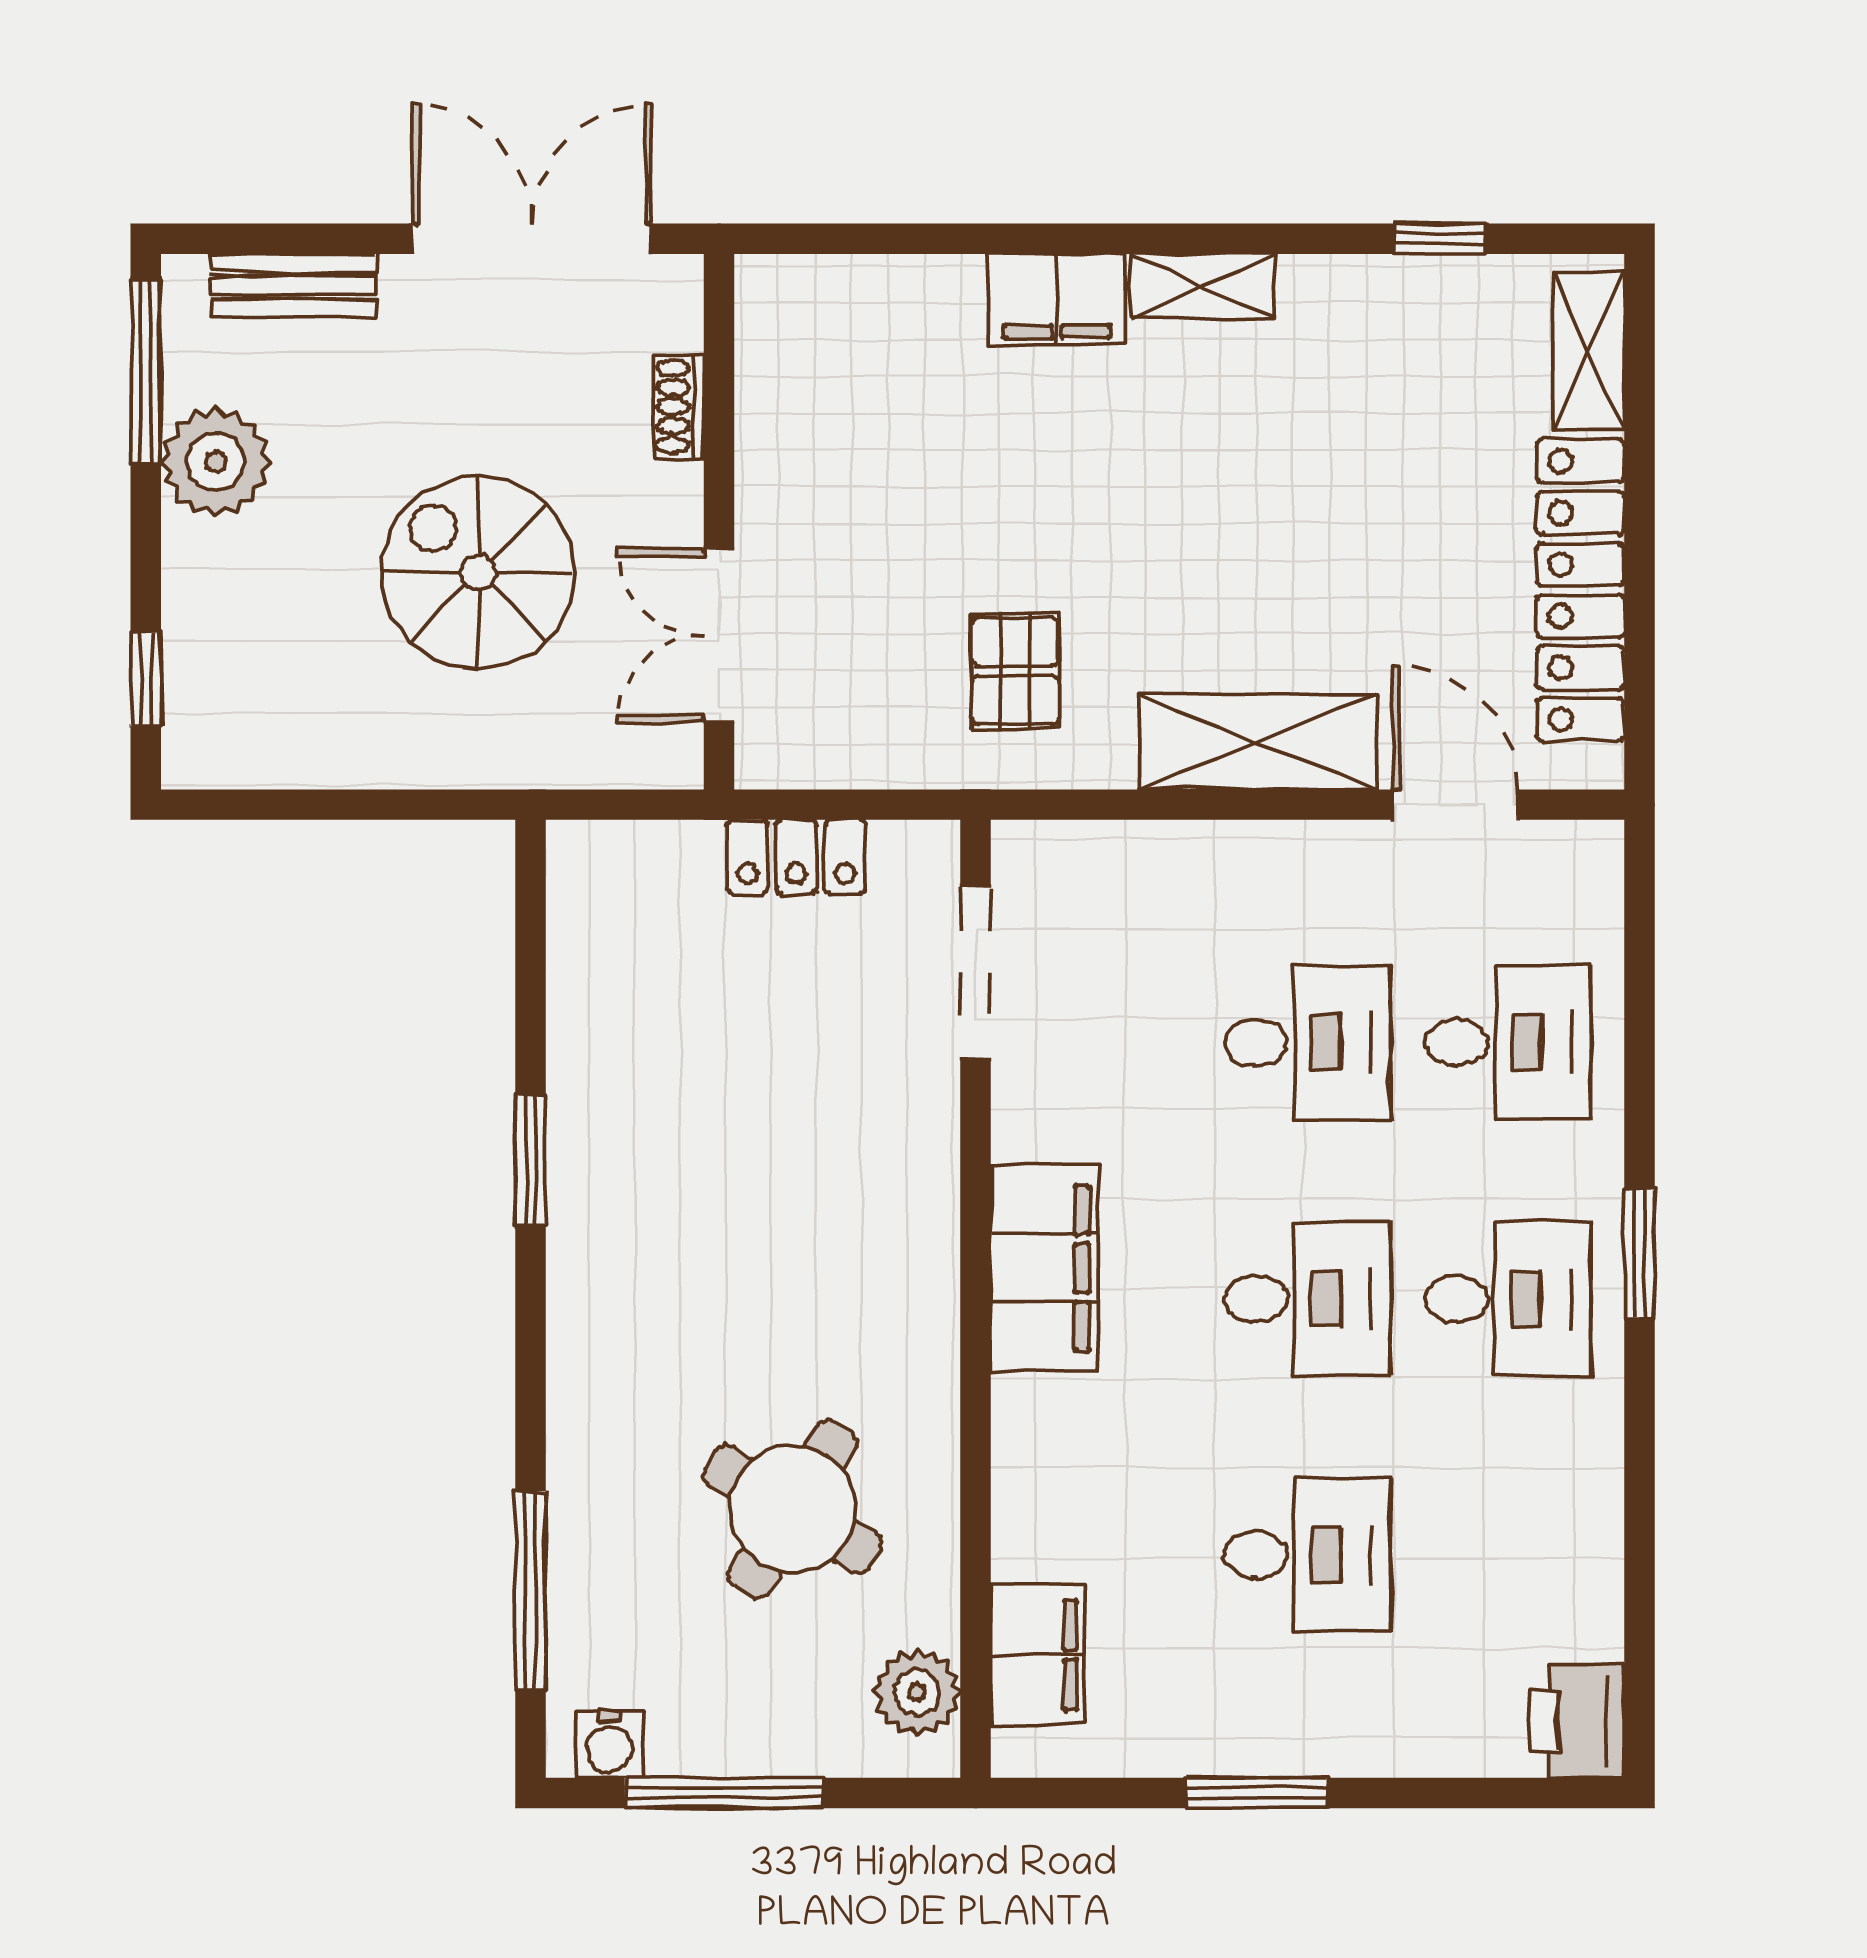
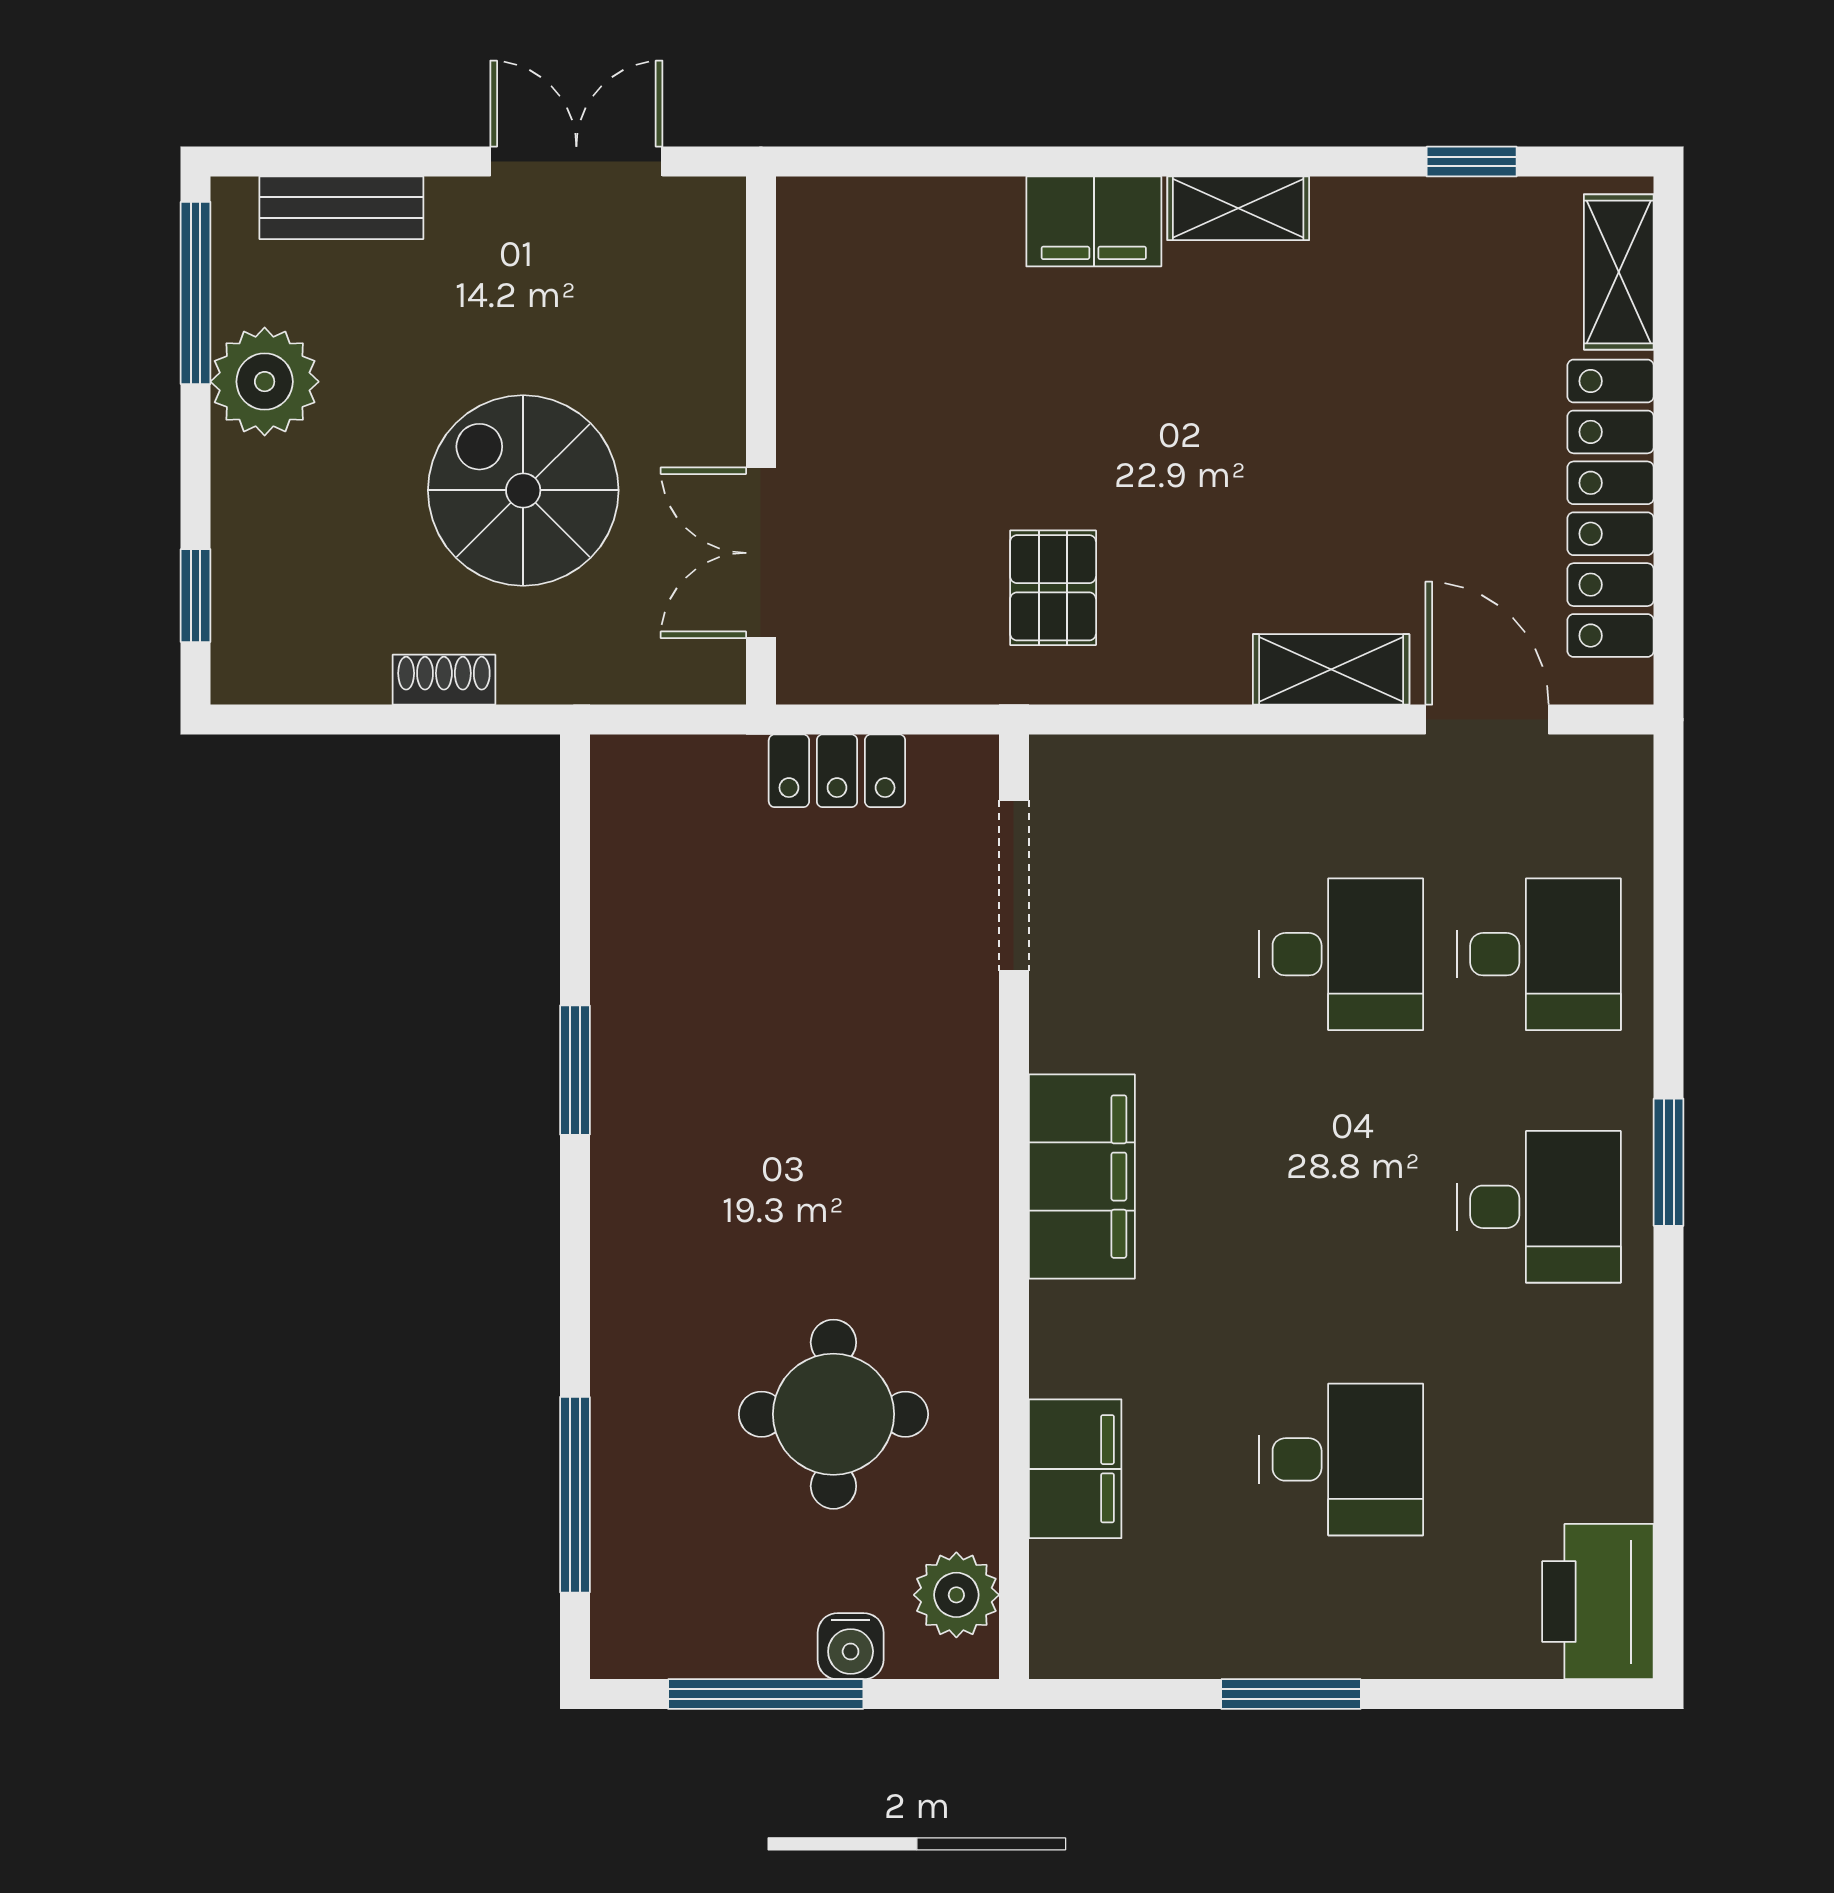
double door: (532, 239) -> (576, 162), width x0.73
shoe rack: (679, 407) -> (444, 680), moved, turned 90
shelving: (1257, 742) -> (1331, 669), width x0.67, depth x0.75
desk: (1308, 1299) -> (1341, 1207), removed
round table: (793, 1509) -> (833, 1414), turned -31
filing cabinet: (1038, 1655) -> (1075, 1469), moved
printer: (1577, 1721) -> (1598, 1602), width x1.37, depth x1.19
water cooler: (609, 1744) -> (851, 1646), moved

